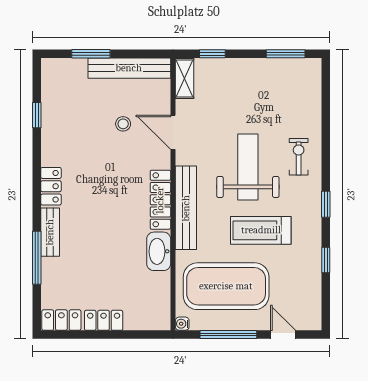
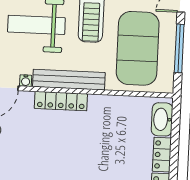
washbasin: (159, 251) -> (162, 119), moved, turned 90
water cooler: (182, 324) -> (26, 81), moved

